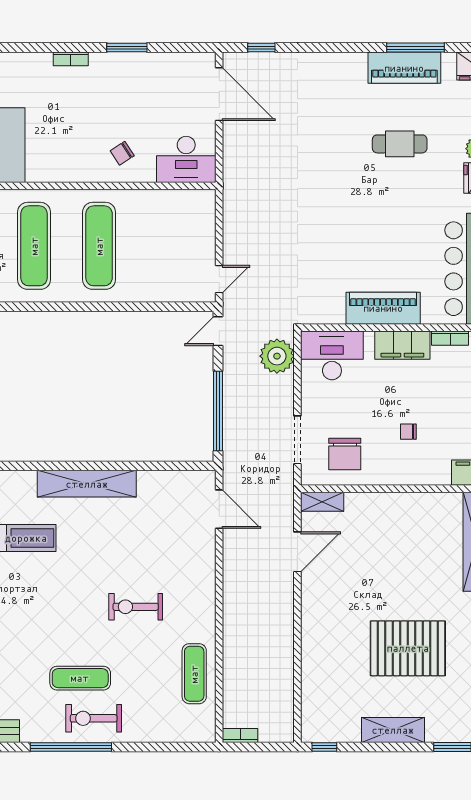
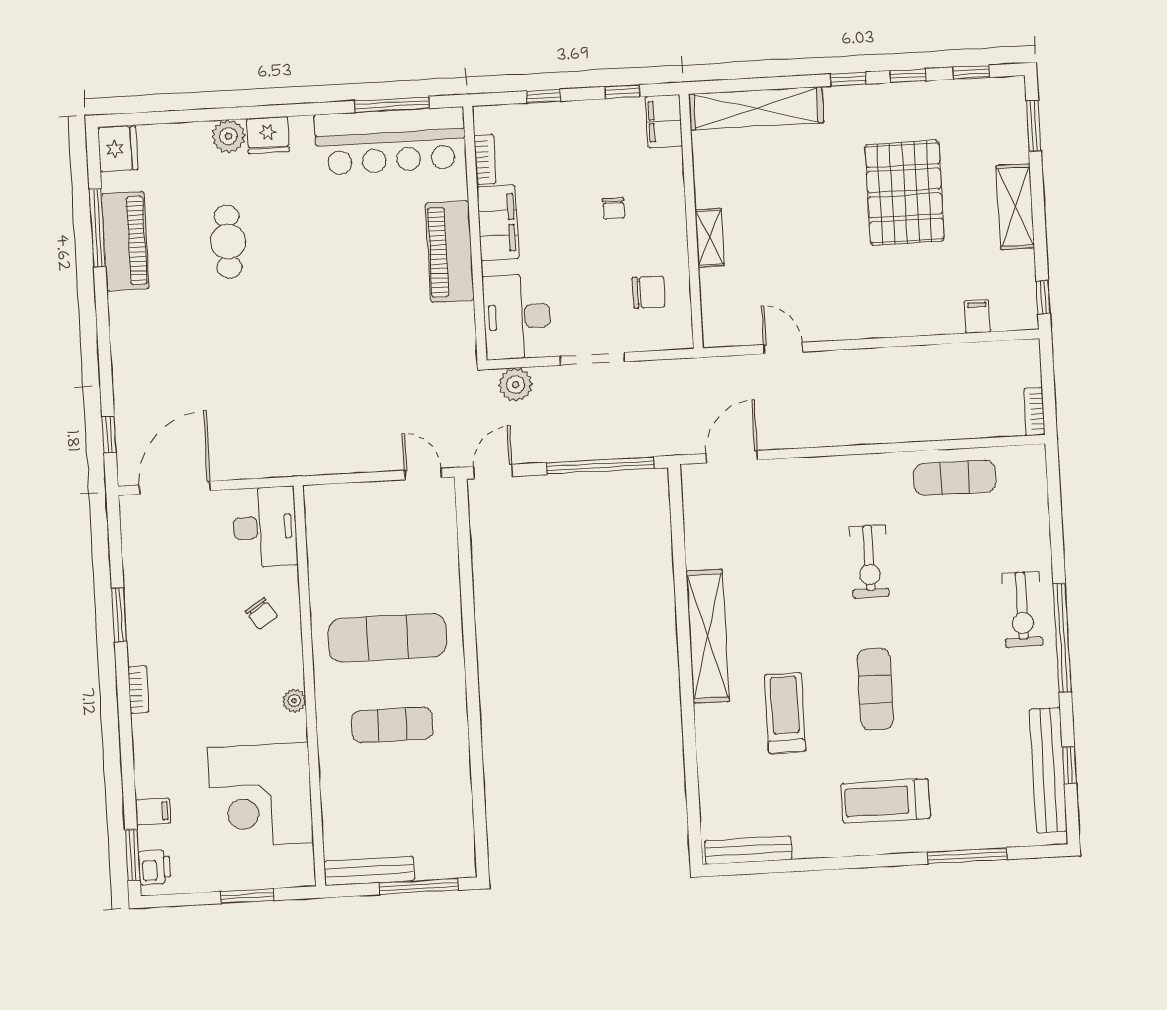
plant: (56, 174) -> (294, 701), added
exercise mat: (34, 246) -> (392, 725), width x0.73, depth x0.69
door: (218, 331) -> (493, 472), swing flipped
plant: (277, 356) -> (516, 385), width x0.73, depth x0.73
doorway: (297, 440) -> (592, 359), moved
chair: (345, 454) -> (648, 292), width x0.73, depth x0.73
shelving: (322, 502) -> (710, 238), moved
door: (297, 552) -> (783, 348), width x0.73
exercise mat: (80, 678) -> (875, 689), moved
filing cabinet: (313, 697) -> (977, 316), added

